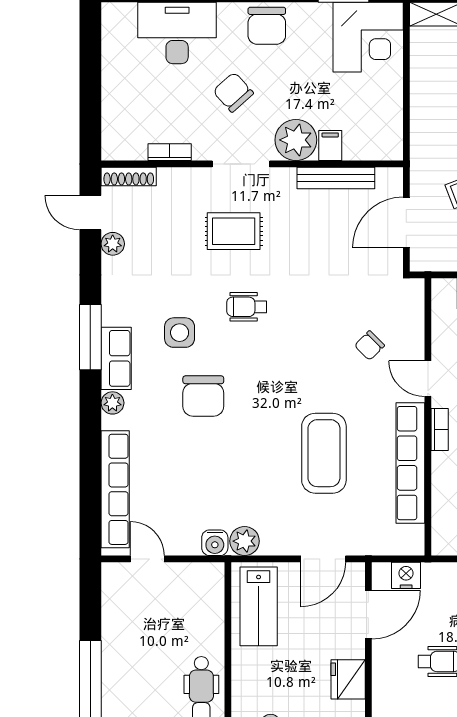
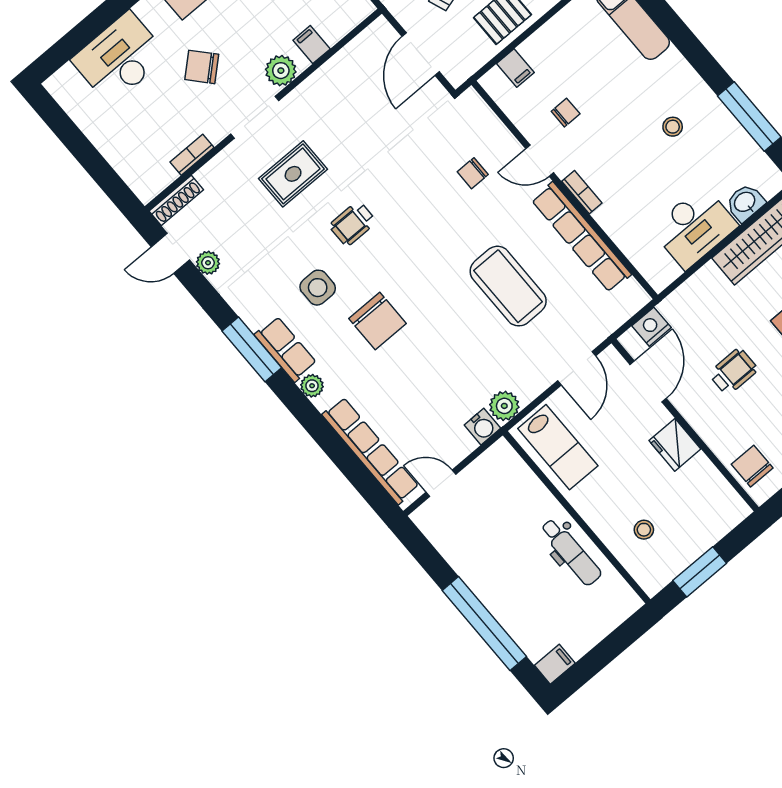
plant: (296, 140) -> (281, 71), width x0.73, depth x0.73
bench: (336, 178) -> (337, 66), removed
chair: (369, 346) -> (473, 173), turned 45

